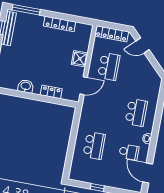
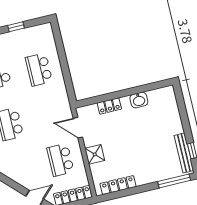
locker: (60, 24) -> (118, 185), moved
door: (84, 86) -> (78, 128), hinge flipped

